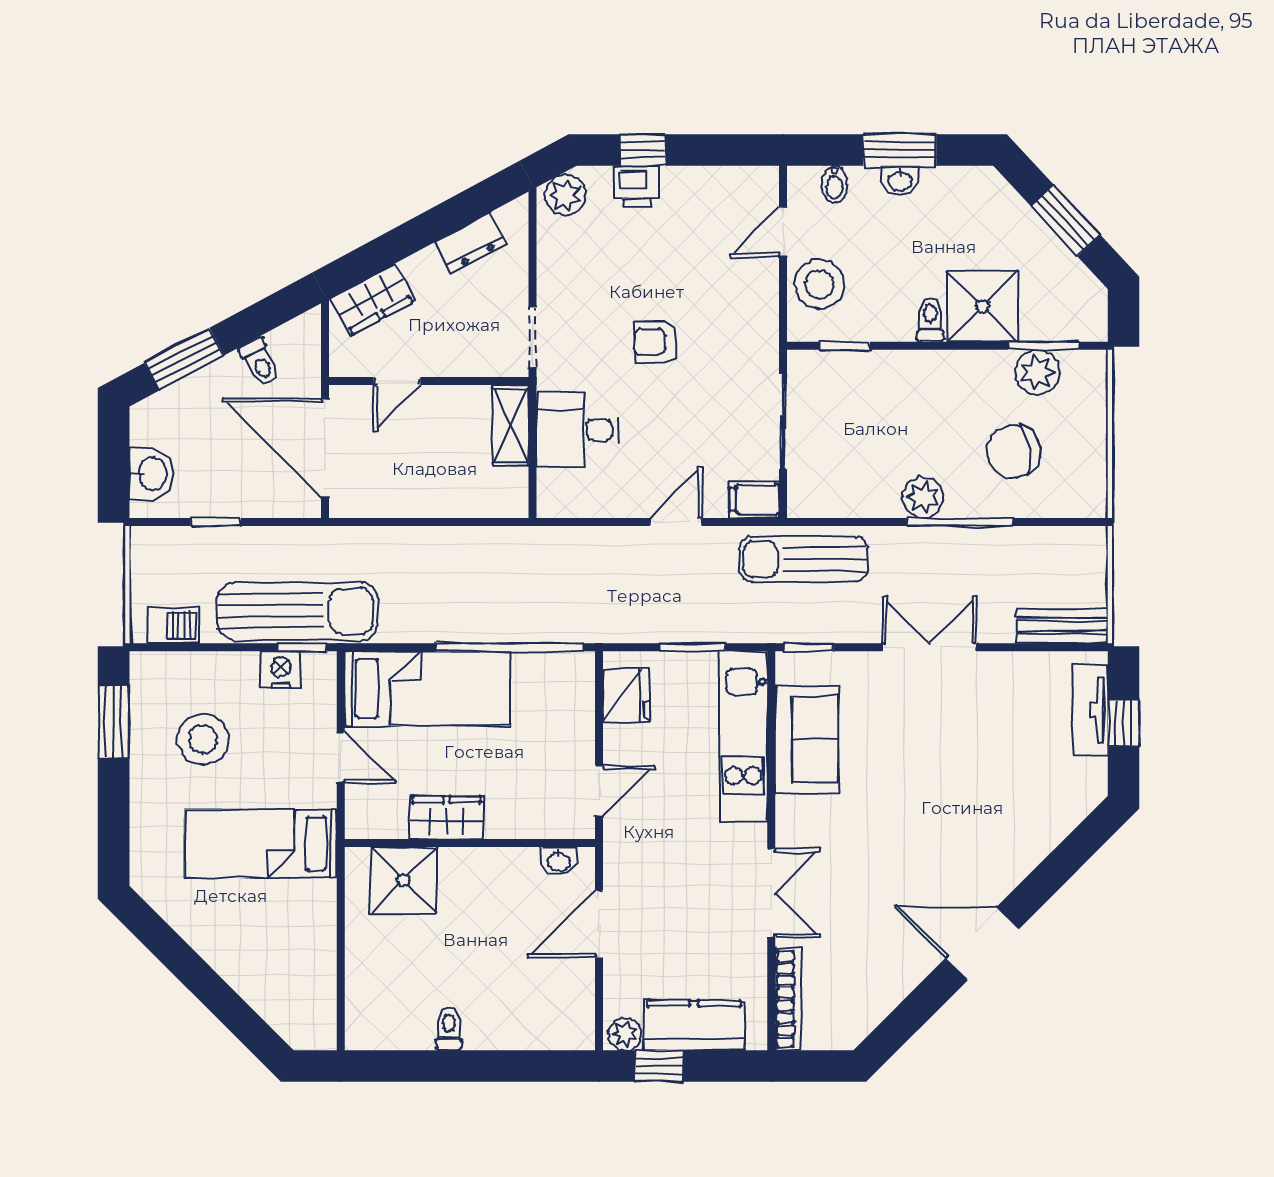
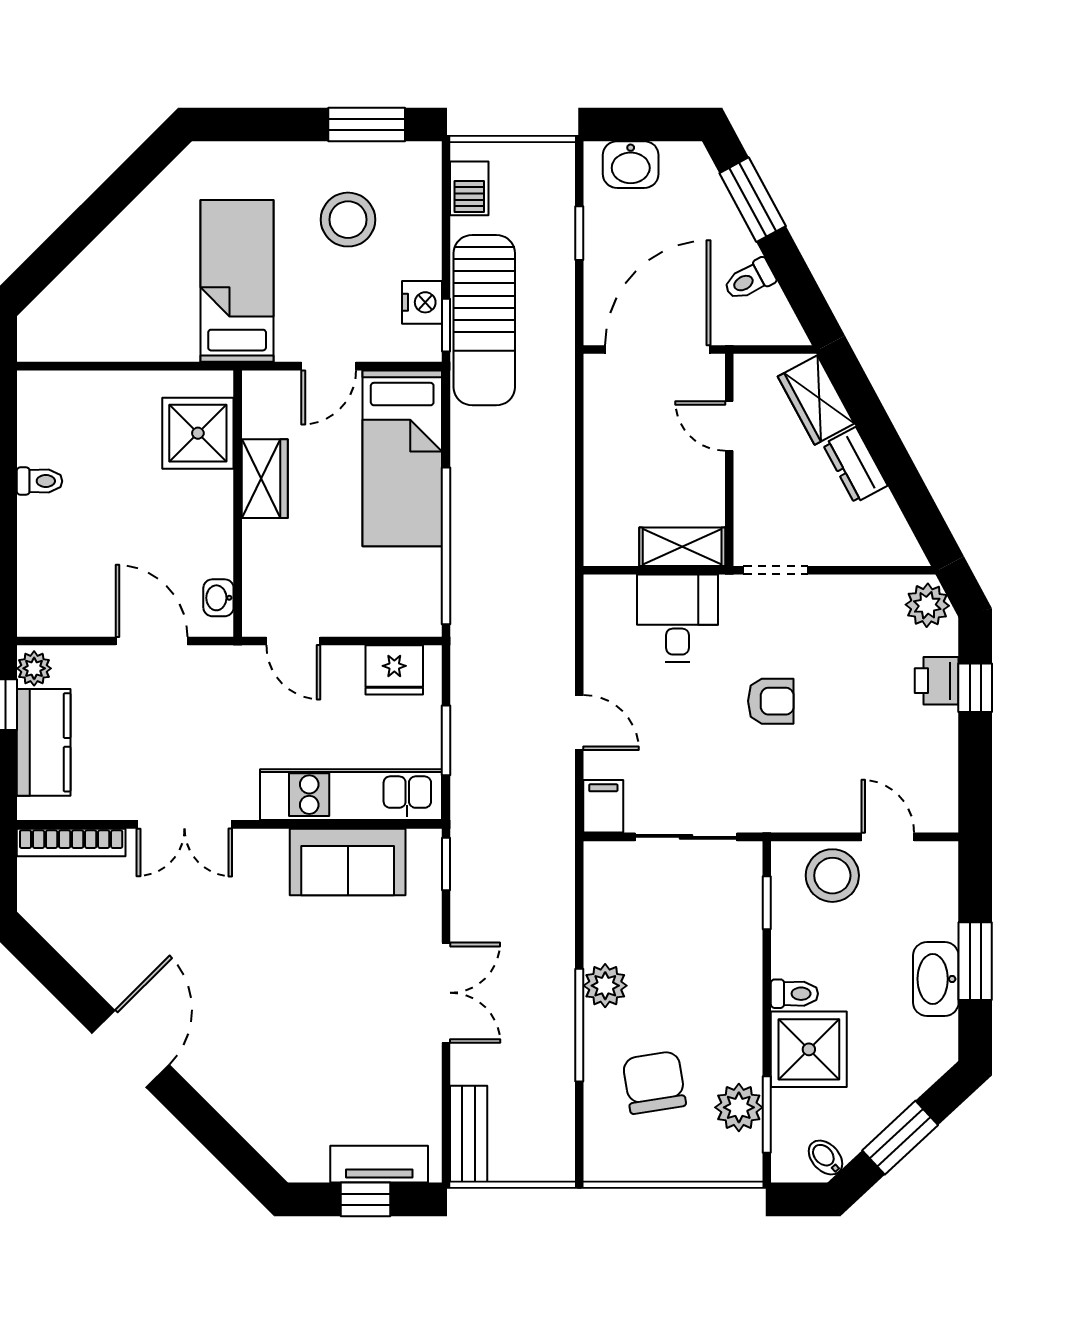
washbasin: (900, 180) -> (936, 979), width x1.91, depth x1.45
bidet: (834, 184) -> (825, 1157), moved, turned 47
dresser: (471, 242) -> (855, 465), moved
armchair: (655, 342) -> (771, 701), turned 90
sun lounger: (803, 559) -> (540, 858), removed

